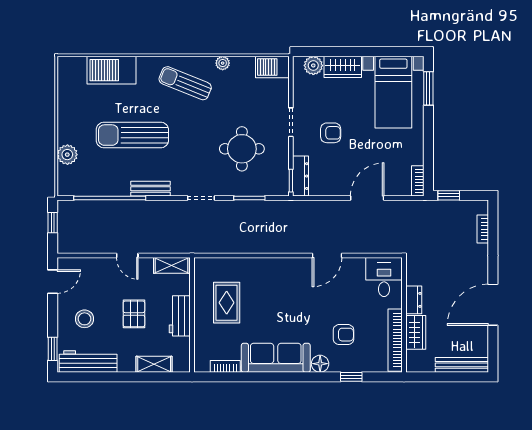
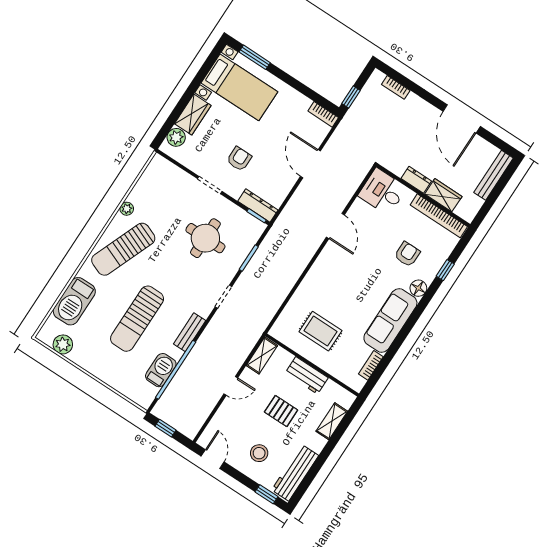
barbecue: (272, 67) -> (161, 370), moved, turned 180
sun lounger: (185, 83) -> (123, 249), width x1.36, depth x1.34
plant: (67, 155) -> (63, 344), moved

